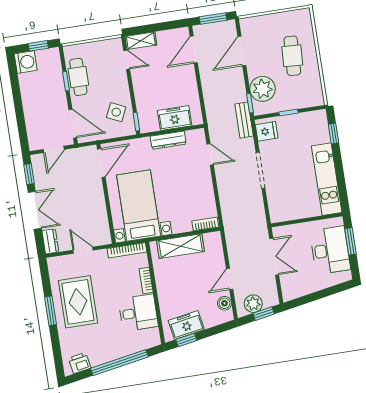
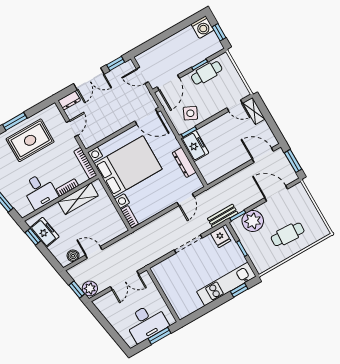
door: (127, 60) -> (235, 106), hinge flipped
freezer: (175, 118) -> (195, 146), moved
kitchen unit: (327, 179) -> (226, 284), moved
bed with nightstands: (139, 206) -> (128, 166), width x1.36
shelving: (181, 246) -> (78, 199), moved, turned 90
plant: (253, 304) -> (90, 288), moved

